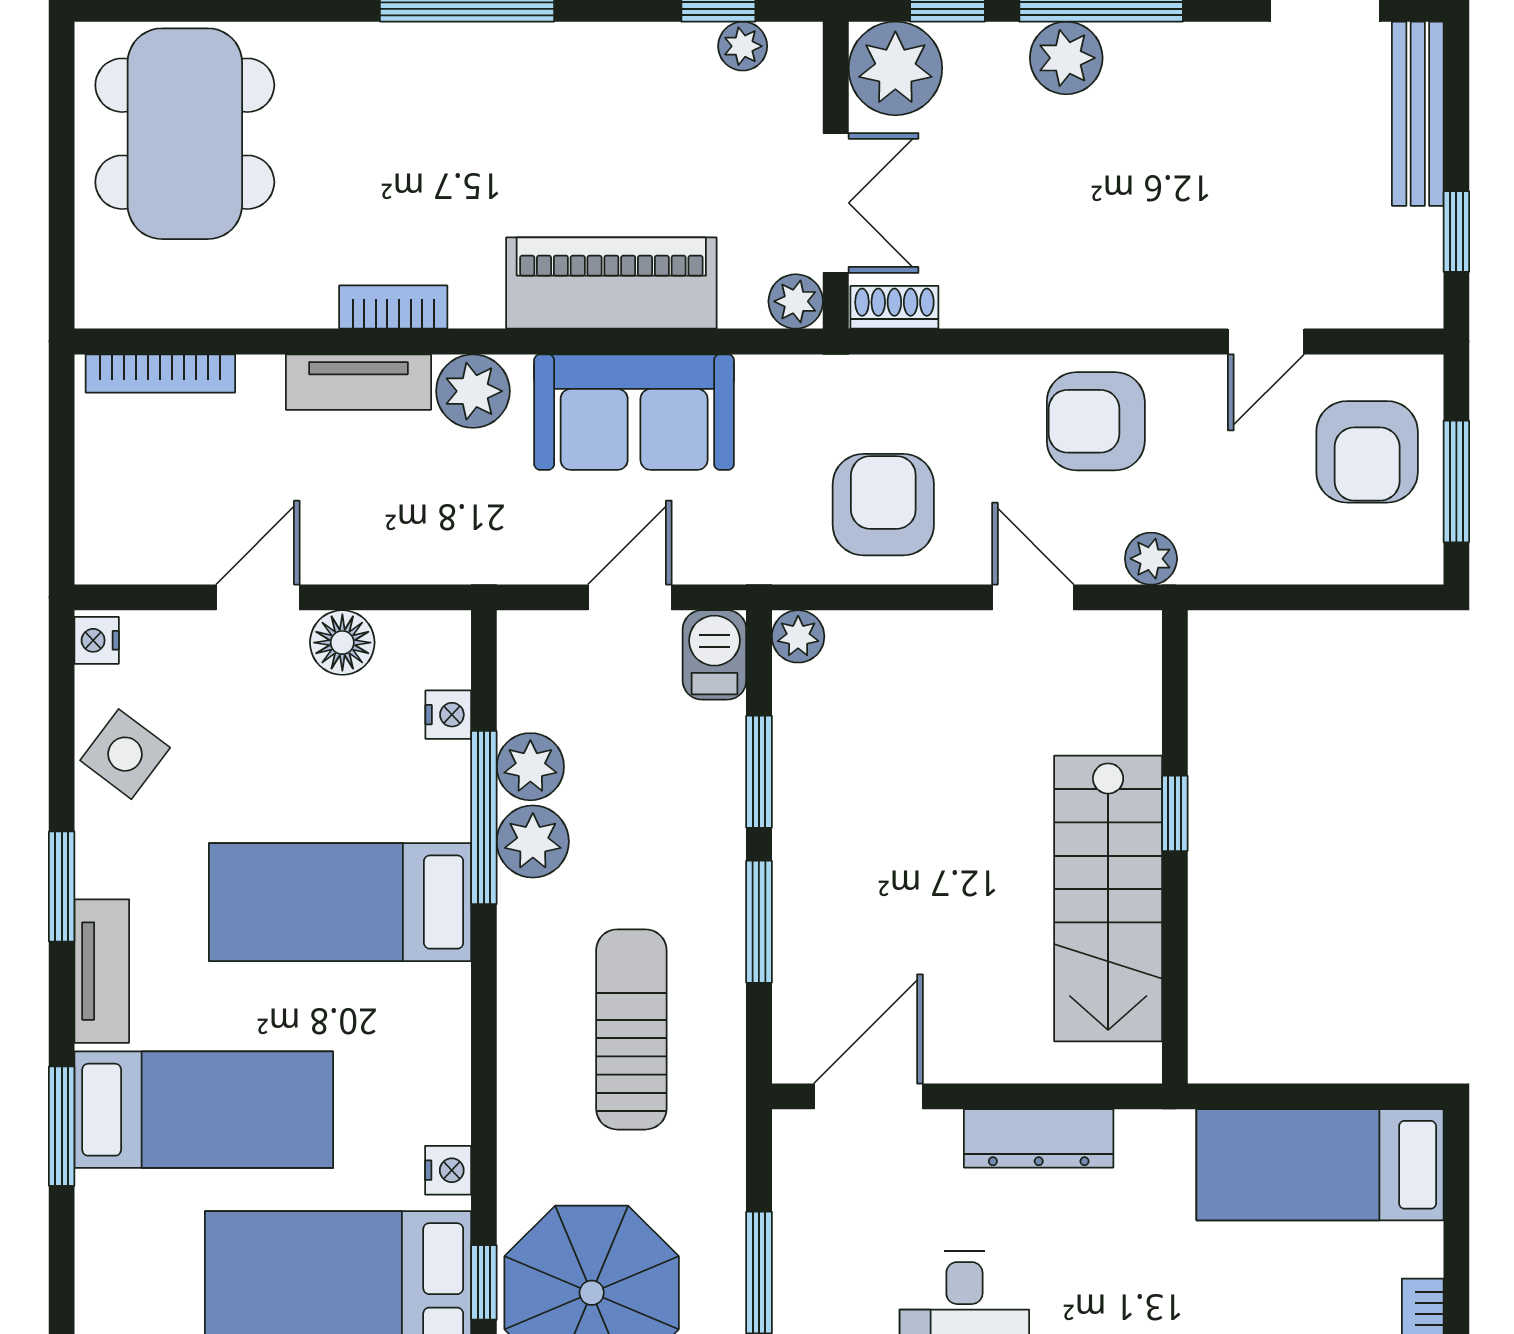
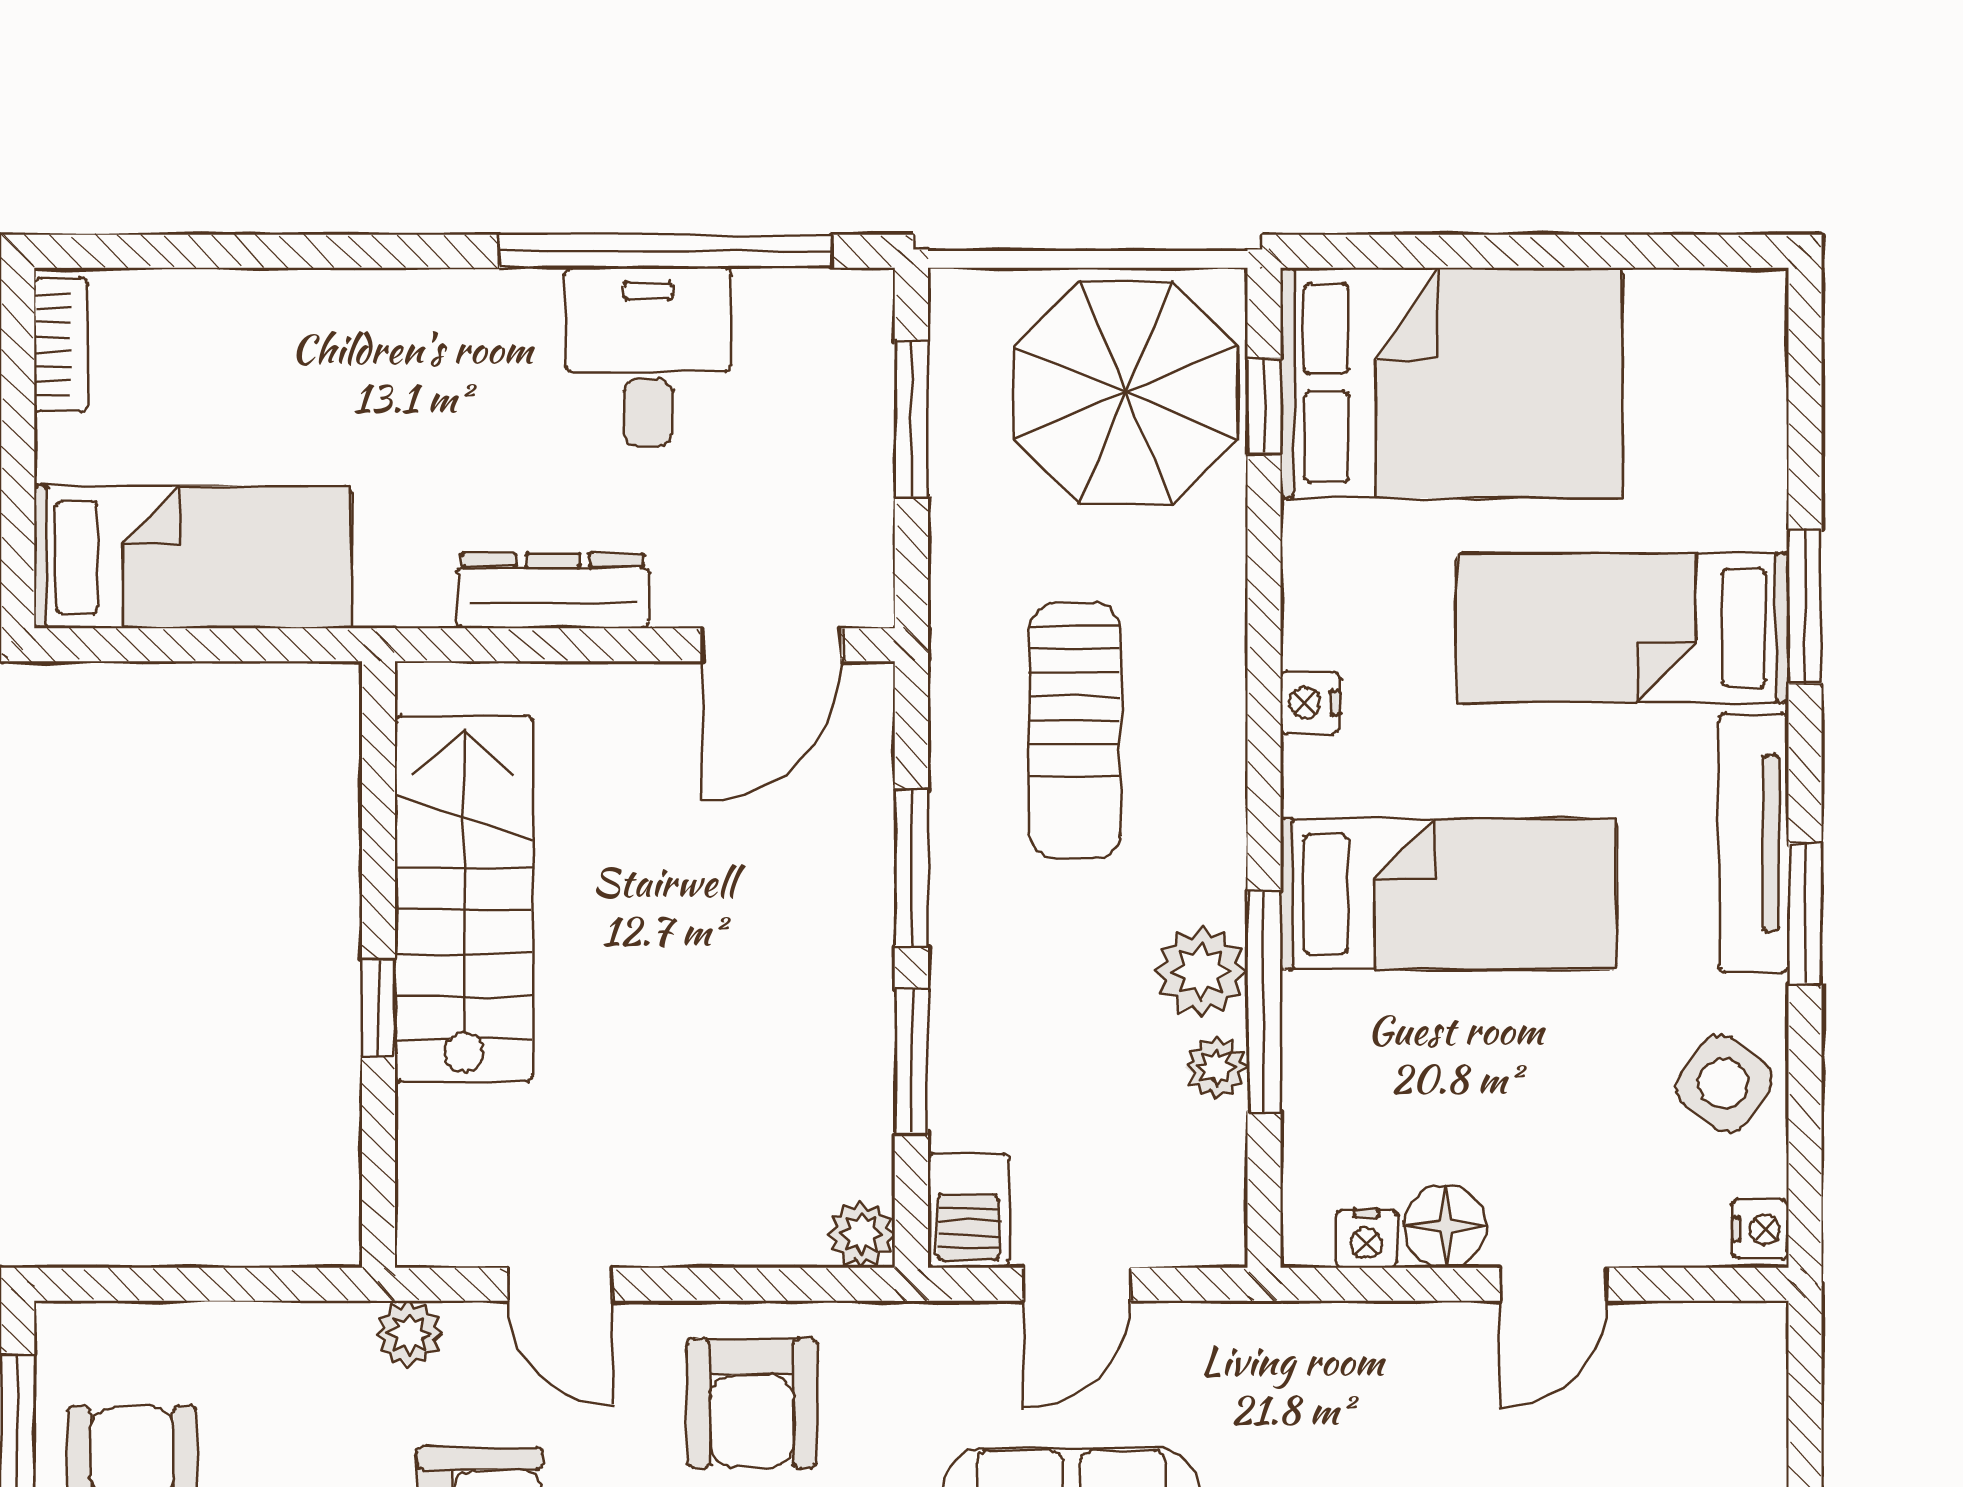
nightstand: (448, 715) -> (1366, 1239), moved, turned -90
plant: (530, 767) -> (1216, 1067), width x0.73, depth x0.73
tv unit: (102, 971) -> (1754, 843), width x1.41
nightstand: (448, 1170) -> (1310, 703), moved

